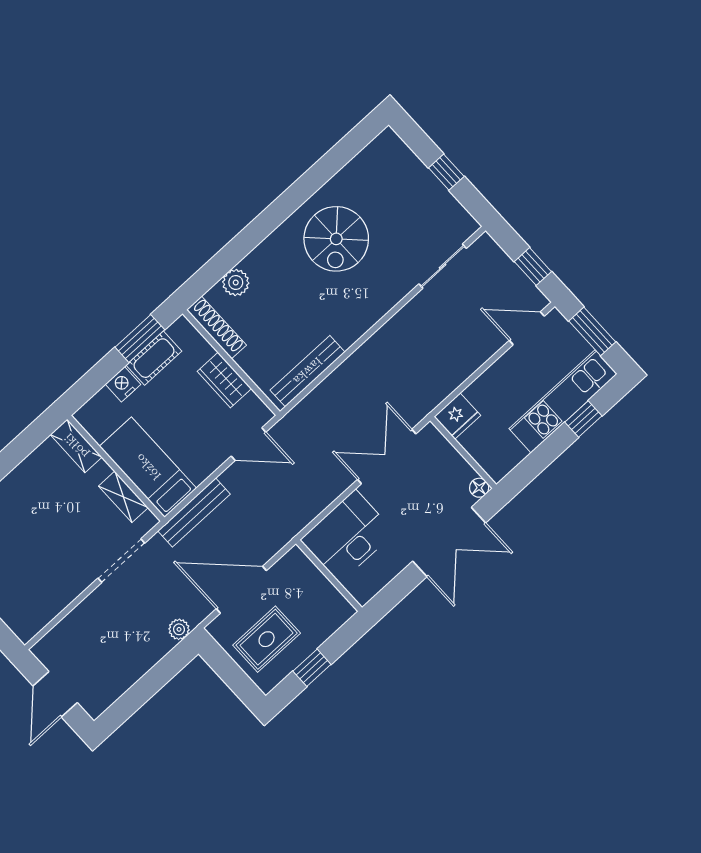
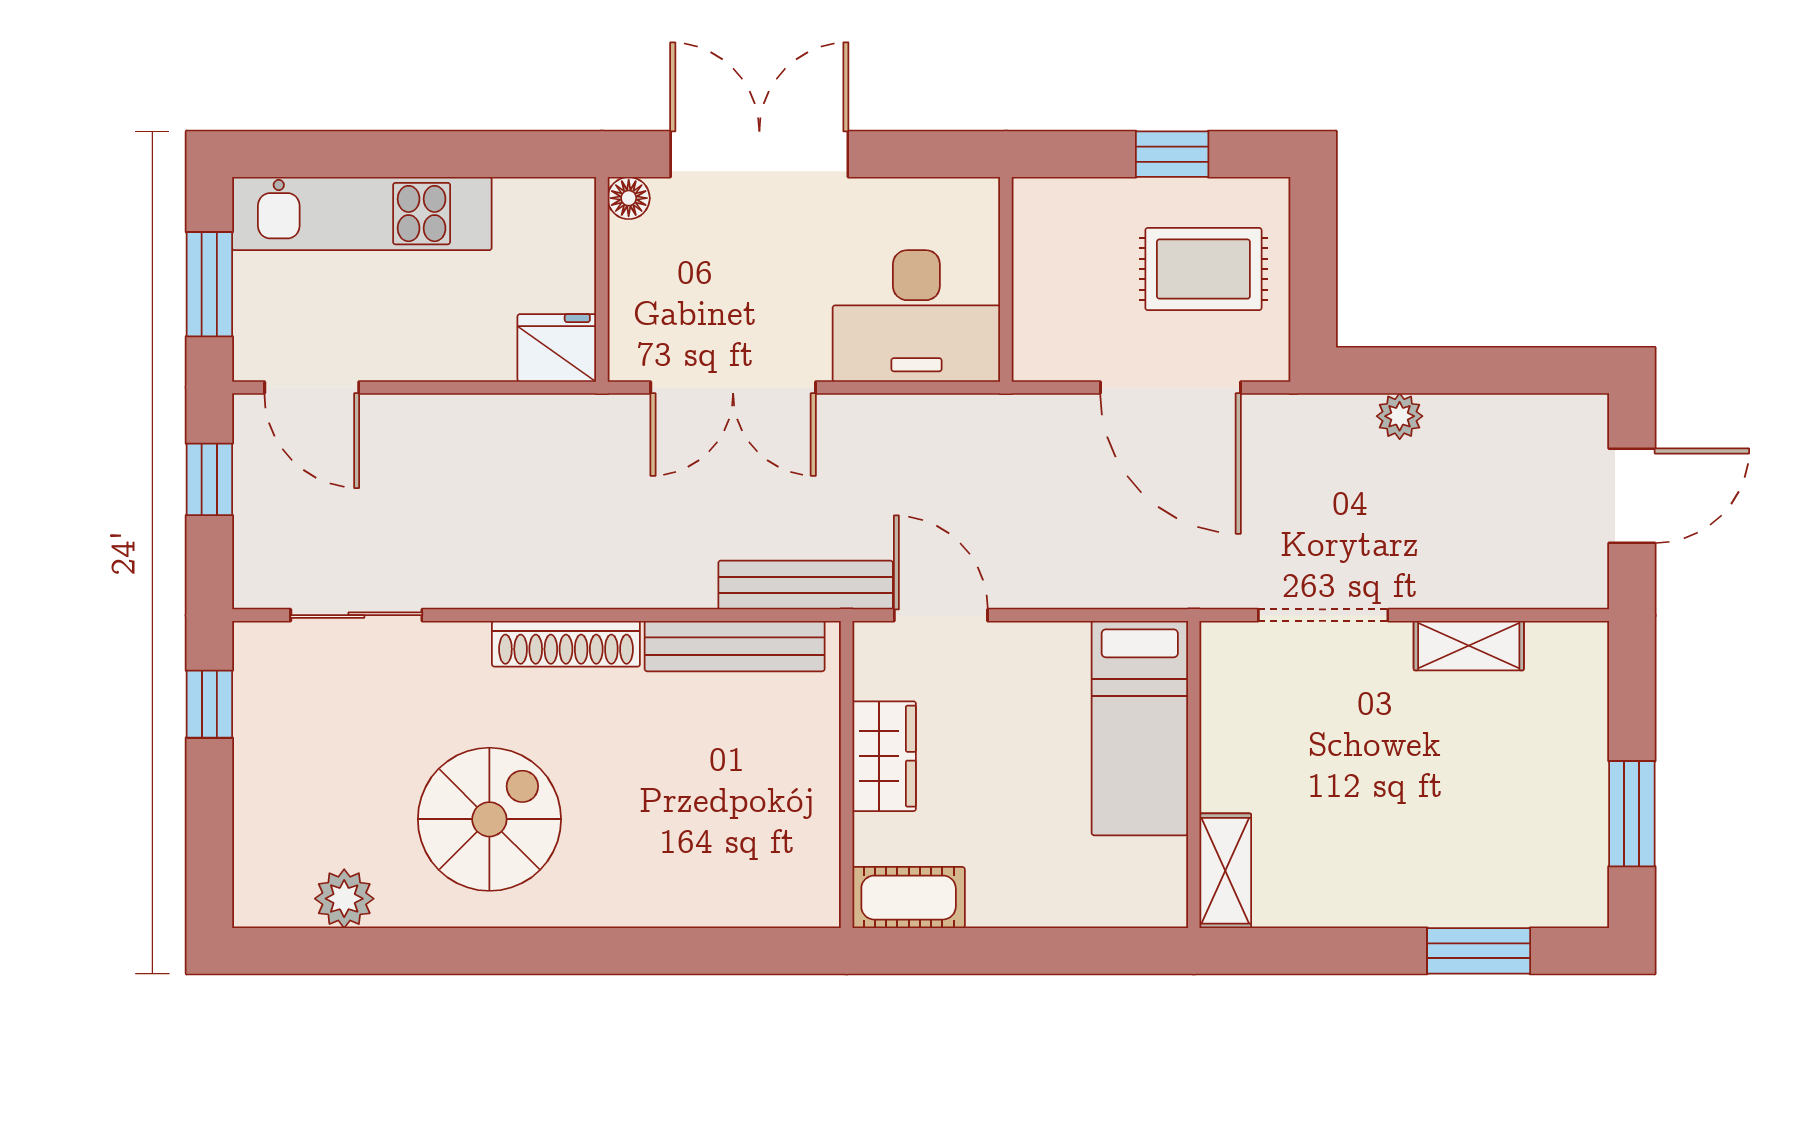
window: (446, 172) -> (209, 704), moved
plant: (236, 283) -> (344, 899), moved
shoe rack: (216, 327) -> (566, 644), moved, turned -90
window: (140, 338) -> (960, 951), removed
cot: (154, 358) -> (909, 898), moved
nightstand: (123, 384) -> (1056, 901), removed
window: (583, 419) -> (355, 154), removed
shelving: (123, 497) -> (1469, 646), moved, turned 90
bench: (194, 512) -> (806, 585), moved
plant: (179, 629) -> (1400, 416), moved

